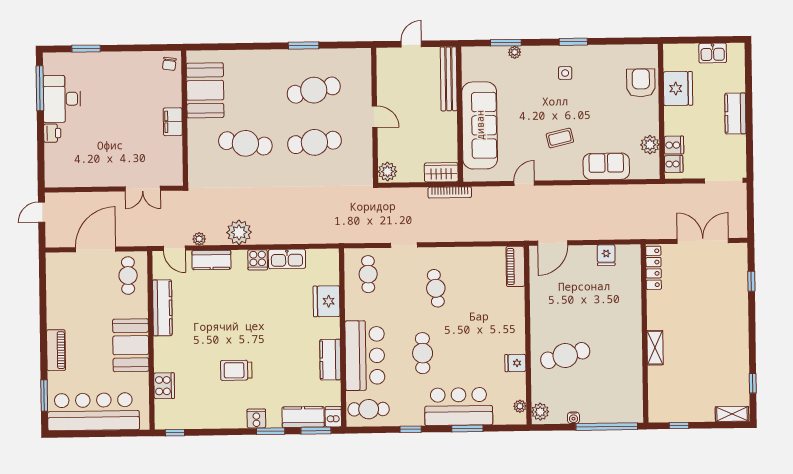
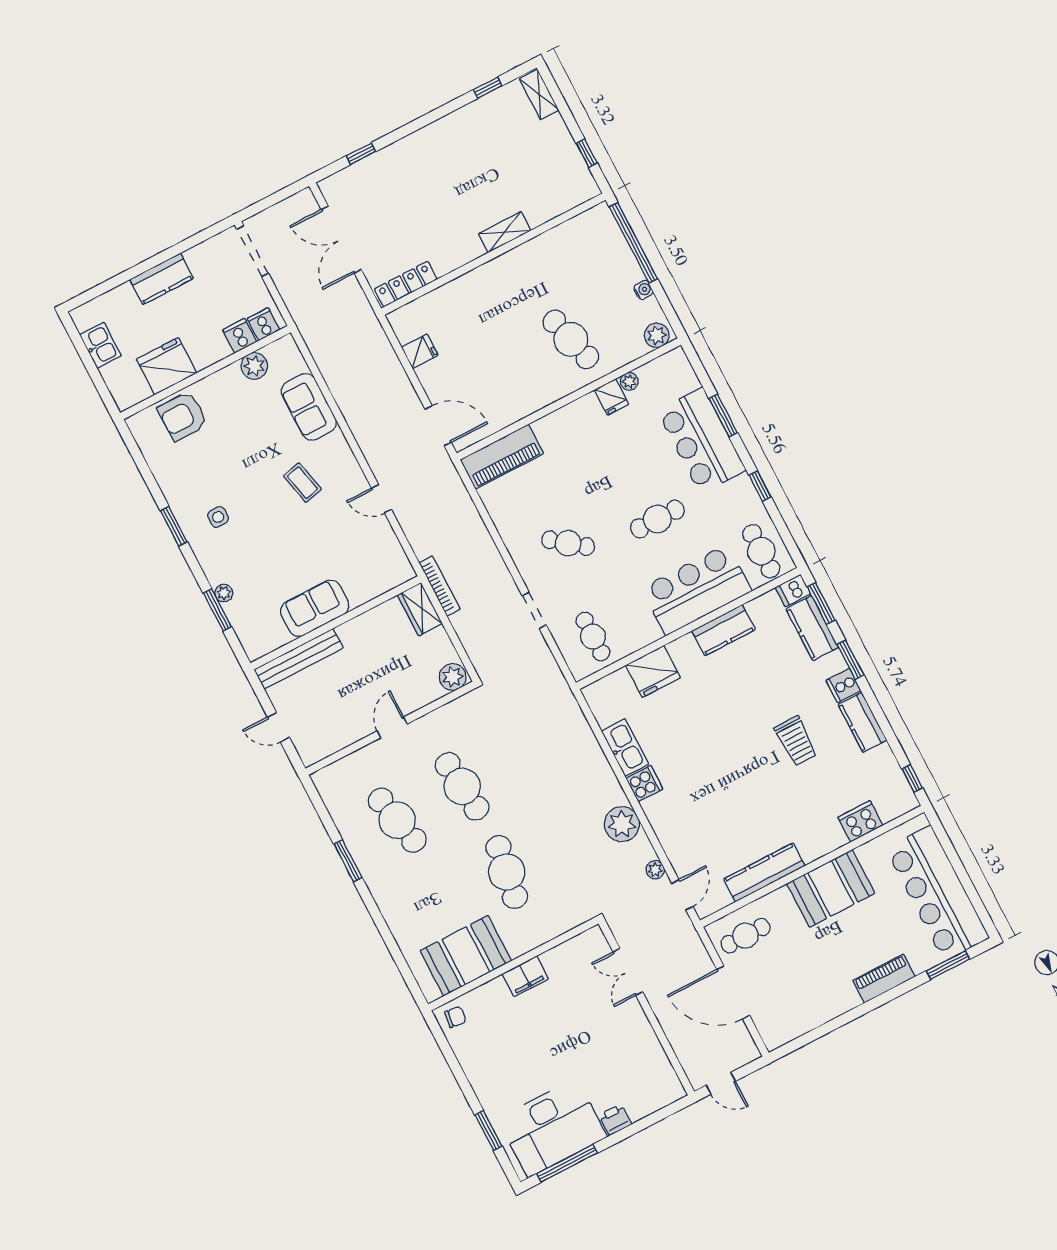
desk: (62, 99) -> (552, 1128), width x1.36, depth x1.30
sofa: (480, 125) -> (315, 608), width x0.54, depth x0.79
double door: (143, 189) -> (628, 972), swing flipped
kitchen counter: (211, 260) -> (863, 722), moved, turned 180
piano: (515, 266) -> (502, 457), width x1.37, depth x1.33
cafe table: (368, 274) -> (593, 637), turned 90
cafe table: (436, 288) -> (568, 543), turned 46
plant: (520, 406) -> (629, 381), moved

